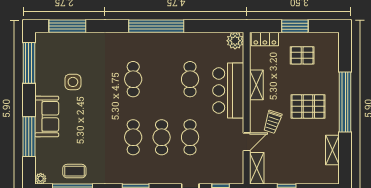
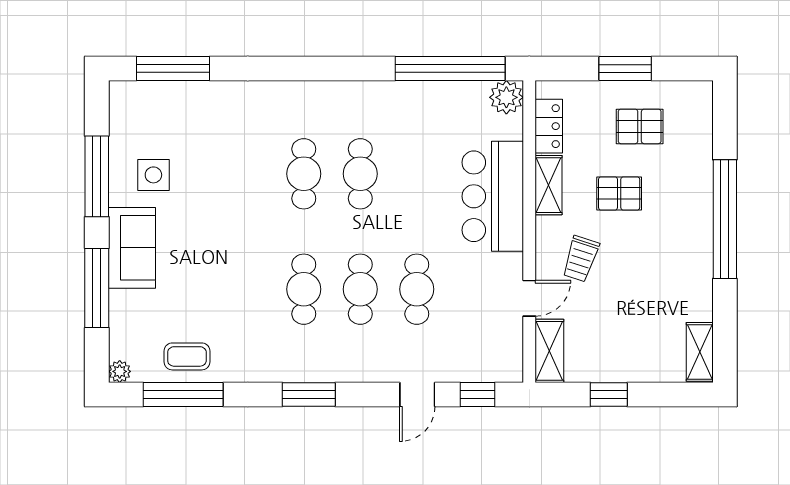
window: (156, 26) -> (450, 68), moved
locker: (265, 39) -> (549, 126), moved, turned -90
window: (29, 63) -> (97, 176), moved
cafe table: (190, 79) -> (360, 174), moved
side table: (73, 82) -> (153, 175), moved
pallet: (308, 106) -> (619, 193), moved, width x0.67, depth x0.71
shelving: (332, 150) -> (700, 352), moved

